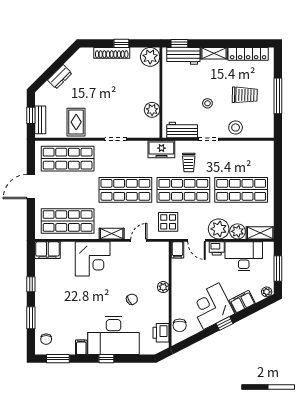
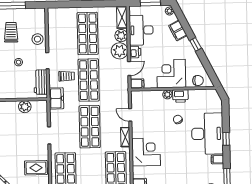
display table: (168, 222) -> (115, 92), removed
corner desk: (211, 306) -> (171, 74), moved, turned 117
printer: (161, 333) -> (180, 96), moved

